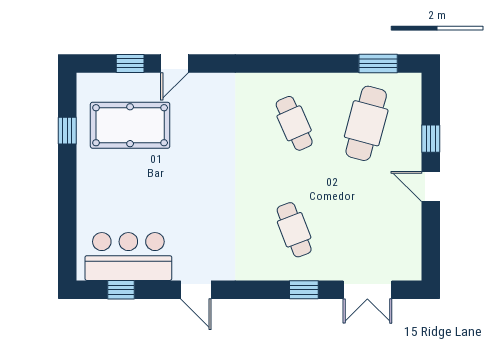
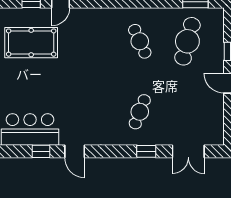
cafe table: (294, 230) -> (140, 112), turned 42
window: (121, 290) -> (41, 151), moved

